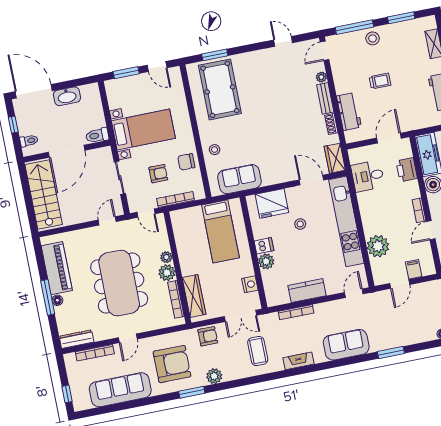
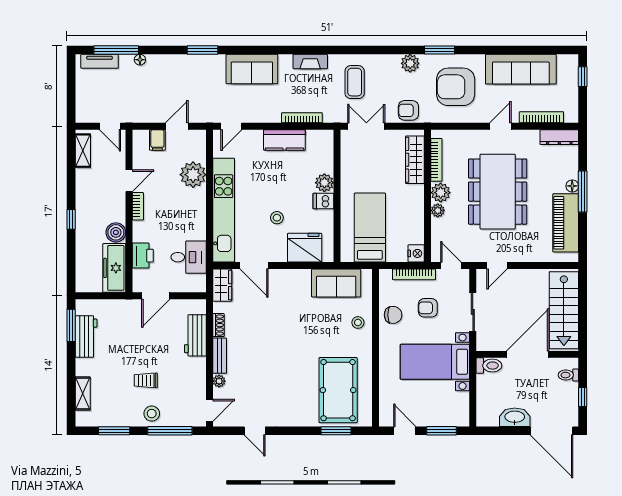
trolley: (380, 81) -> (146, 380), moved
nightstand: (250, 284) -> (416, 253), moved, turned 180

